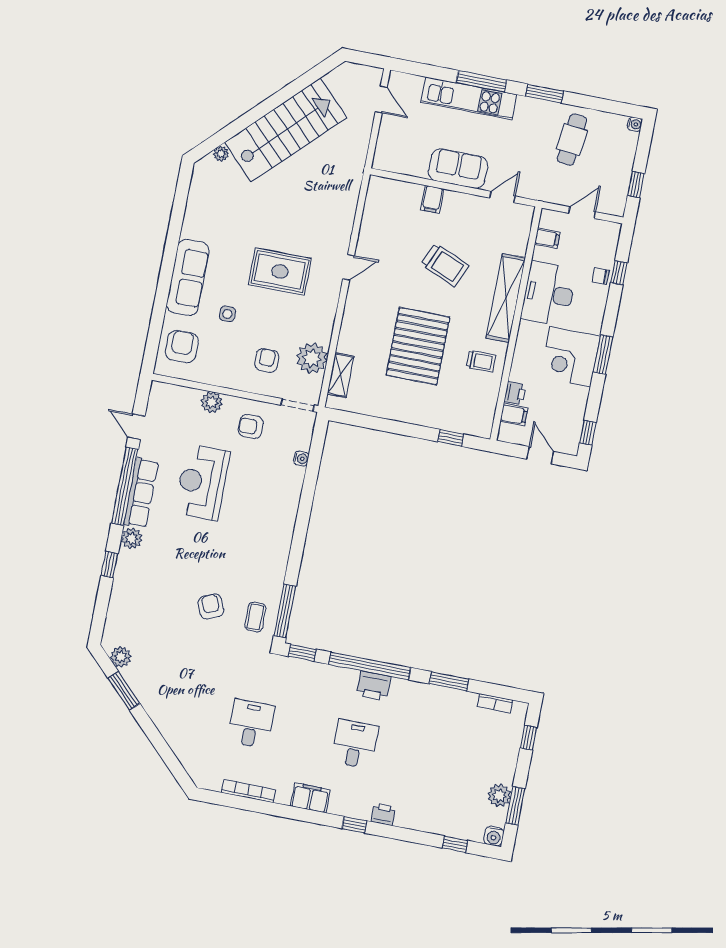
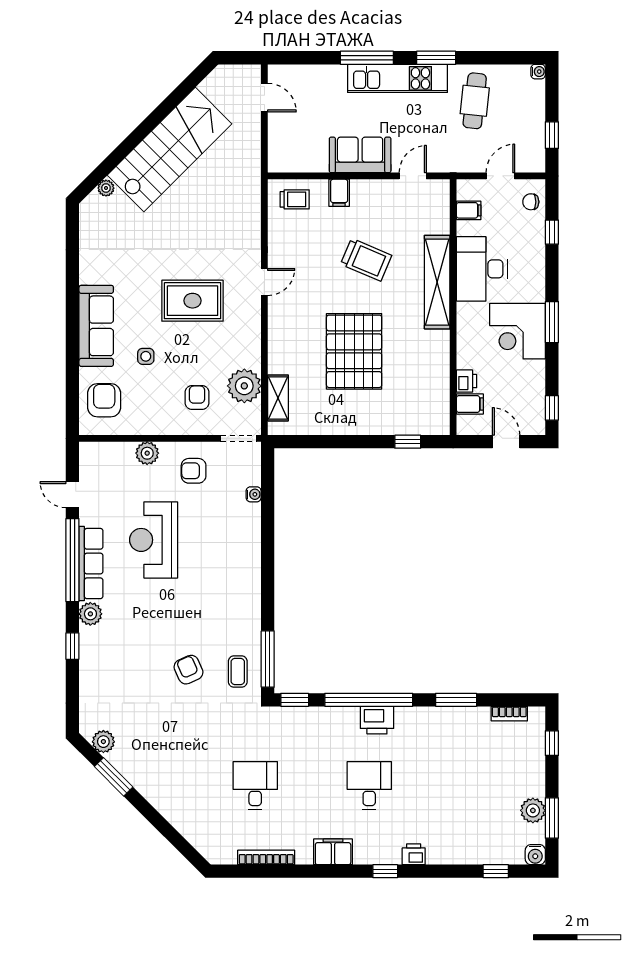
kitchen unit: (469, 98) -> (398, 78), moved
chair: (600, 276) -> (531, 202), moved
trolley: (481, 361) -> (295, 199), moved

